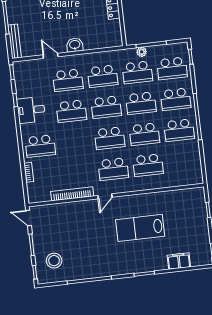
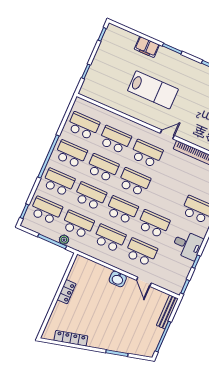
school desk: (183, 161) -> (83, 126), added
filing cabinet: (179, 261) -> (147, 47), moved

